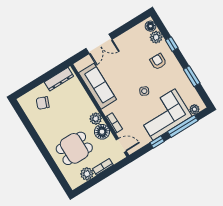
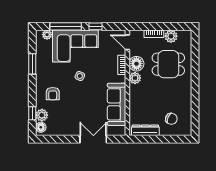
window: (172, 44) -> (32, 113), moved

